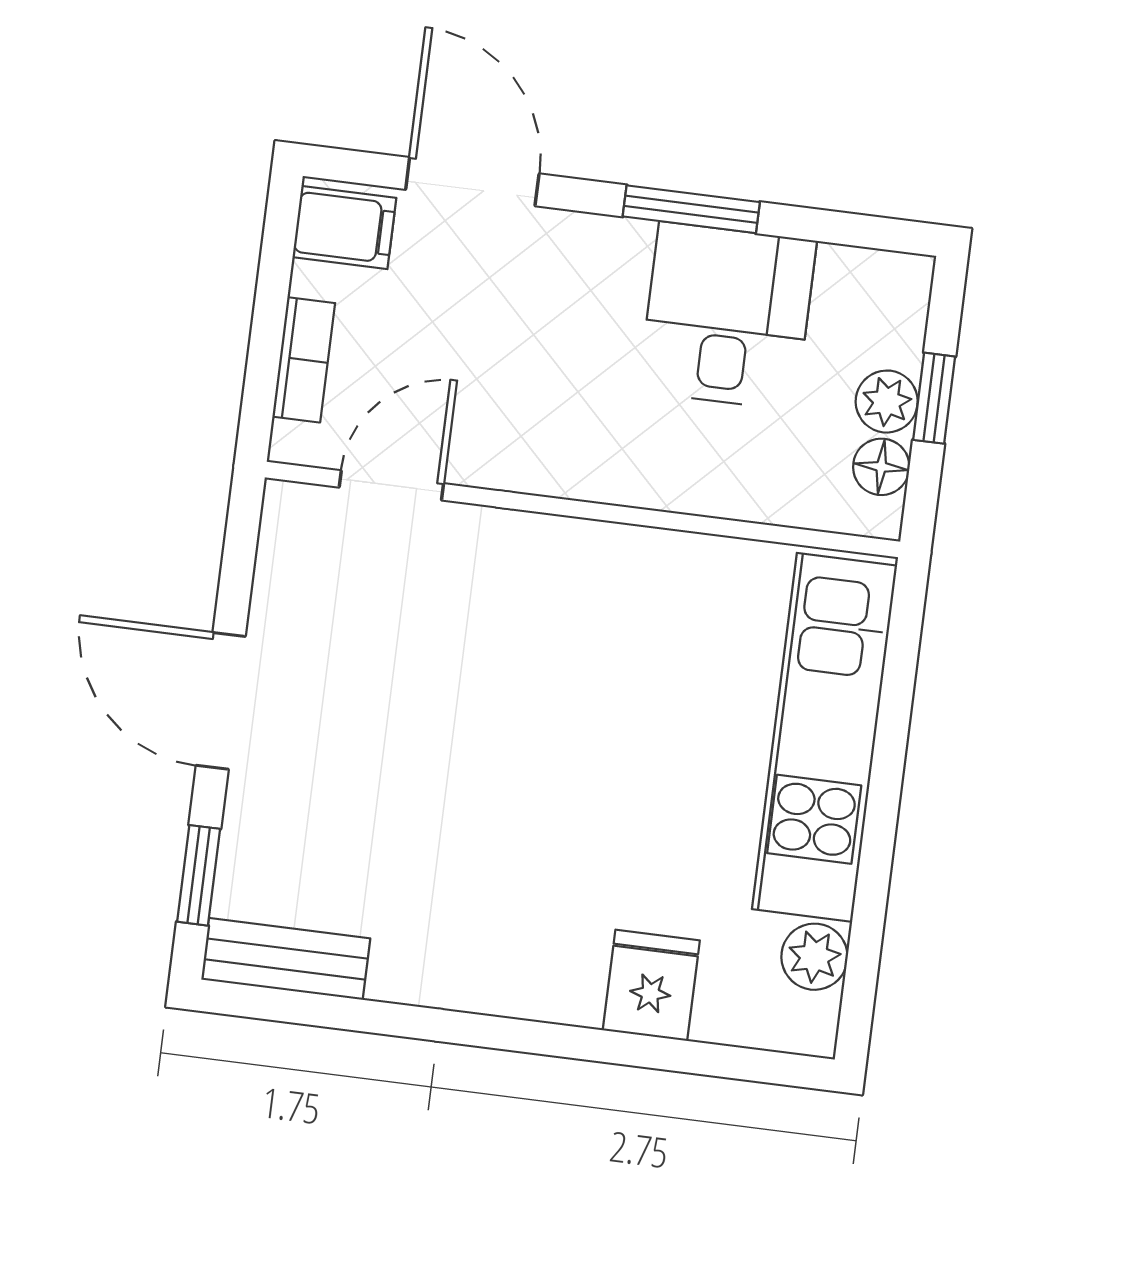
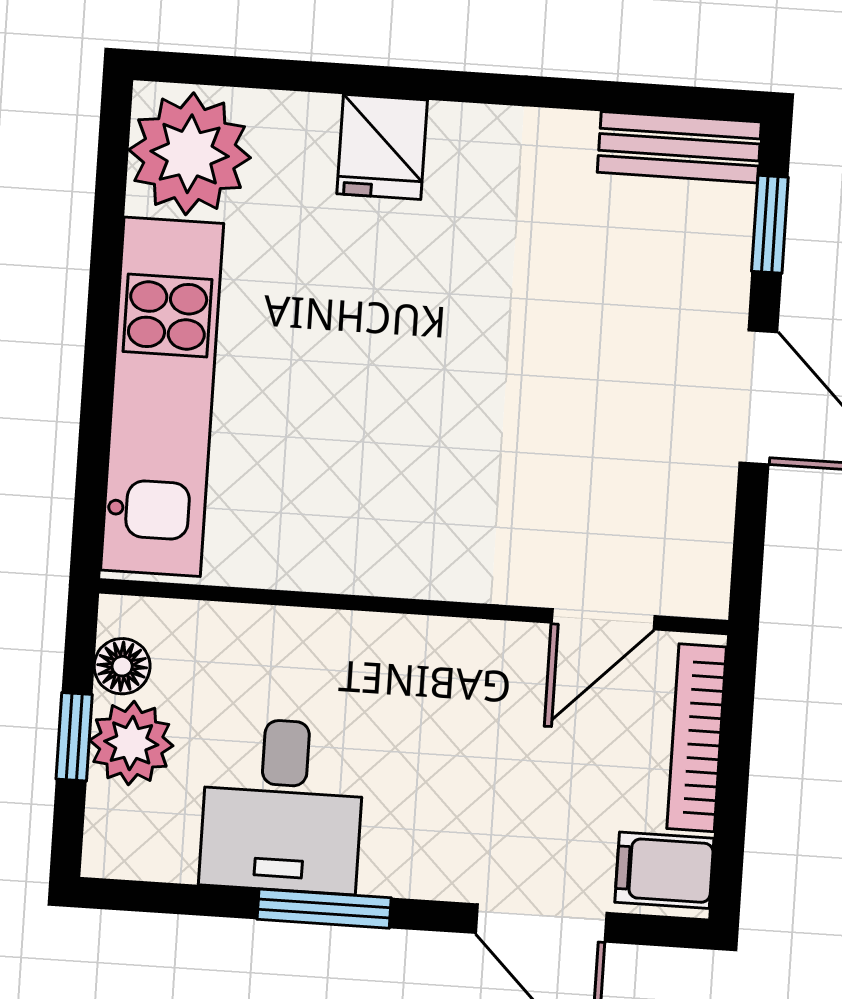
bookcase: (304, 360) -> (697, 738), width x1.56
plant: (887, 402) -> (131, 743), width x1.38, depth x1.38
plant: (814, 957) -> (190, 154), width x1.88, depth x1.88
fridge: (651, 985) -> (382, 147), moved

